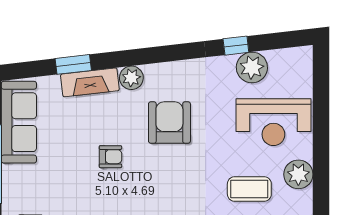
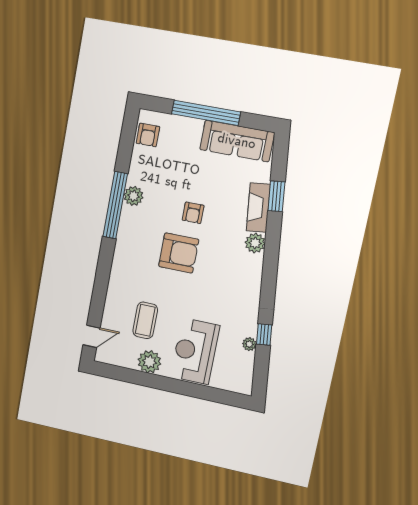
plant: (252, 67) -> (249, 344), width x0.53, depth x0.53
armchair: (169, 123) -> (179, 253), moved

